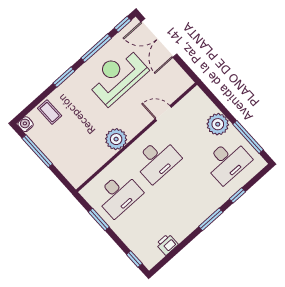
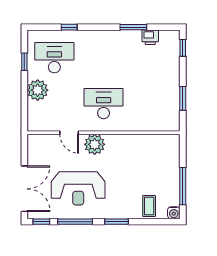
window: (248, 137) -> (24, 62), width x0.46
plant: (116, 139) -> (95, 144), moved
desk: (119, 194) -> (153, 104), removed
window: (211, 219) -> (133, 27), moved

